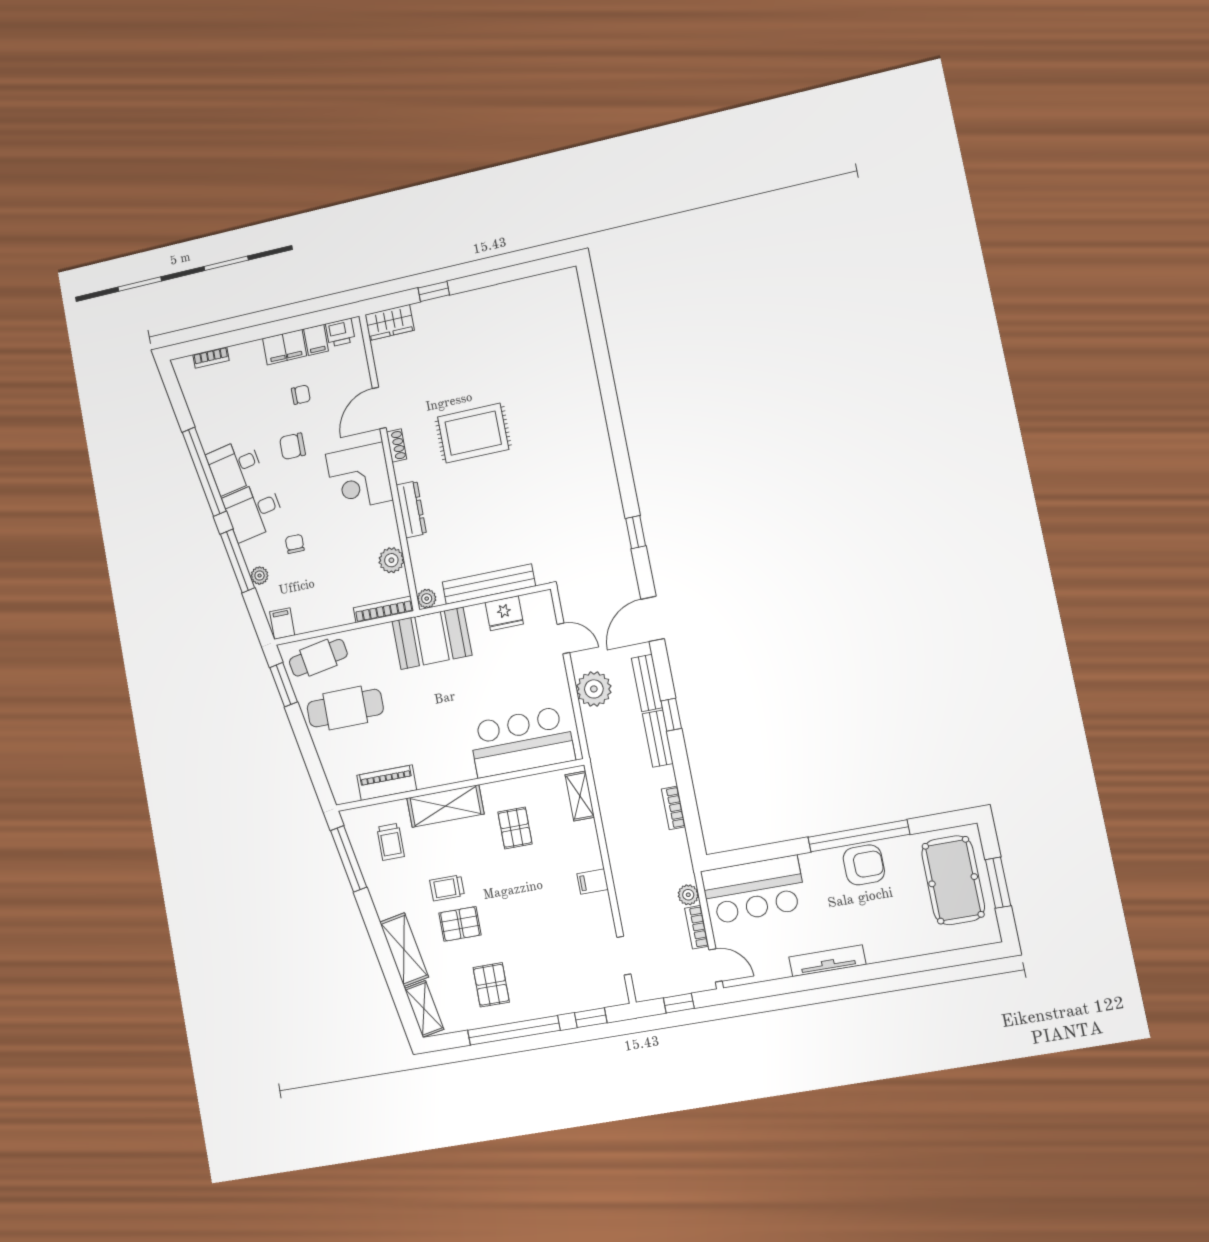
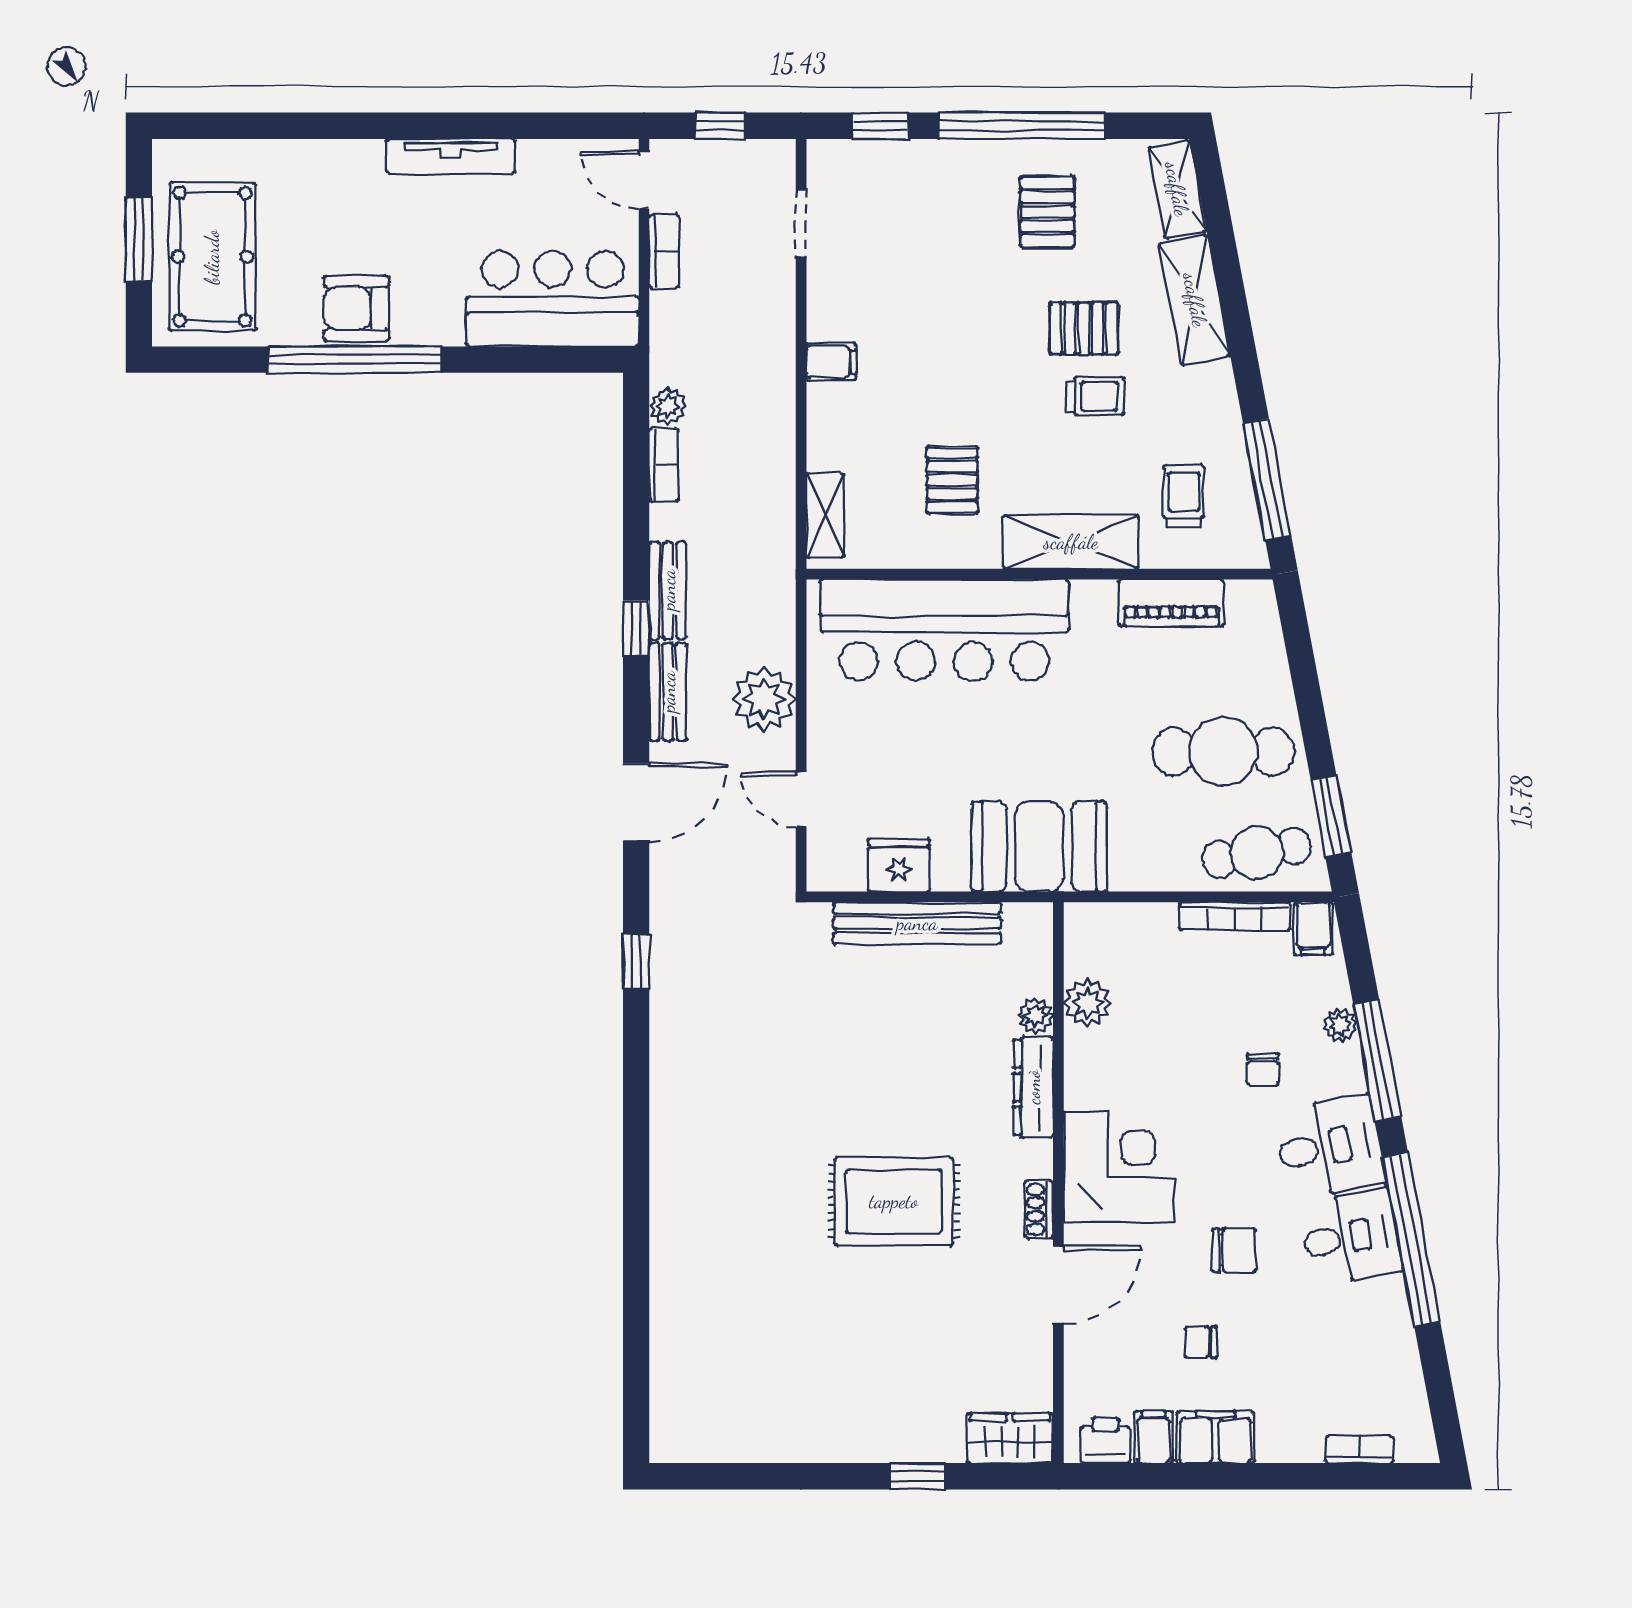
plant: (427, 599) -> (1035, 1016), moved
bookcase: (383, 609) -> (1235, 916), moved
bar counter: (522, 742) -> (944, 630), width x1.36
plant: (688, 895) -> (668, 406), moved

